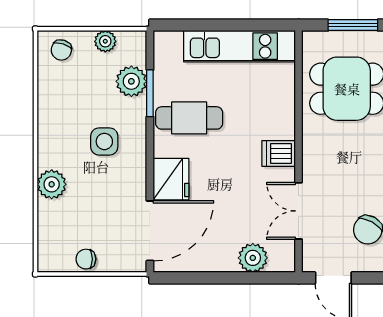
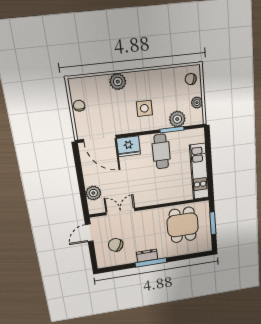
dishwasher: (279, 154) -> (148, 198), removed

